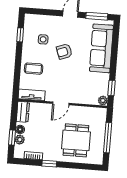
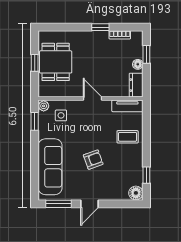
floor lamp: (30, 20) -> (136, 193), added
side table: (43, 39) -> (61, 115), moved
door: (61, 103) -> (92, 99), hinge flipped
window: (108, 138) -> (35, 63), width x0.46
plant: (20, 140) -> (137, 52), removed
dining table: (76, 140) -> (56, 62), moved

